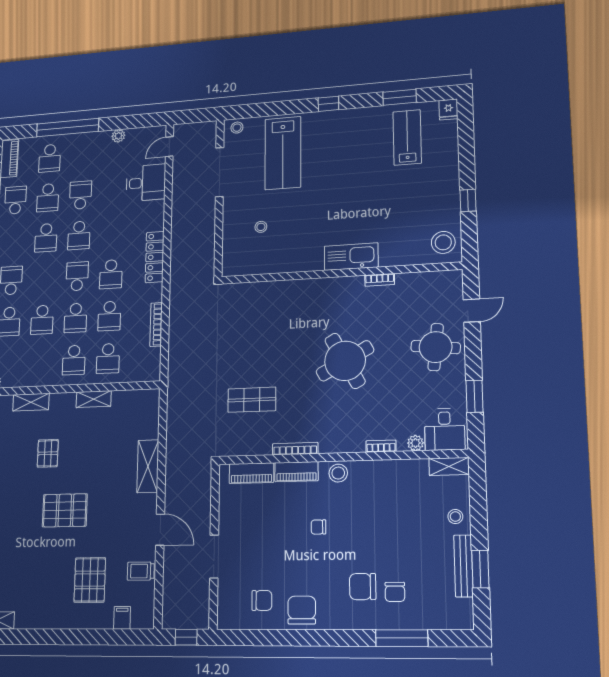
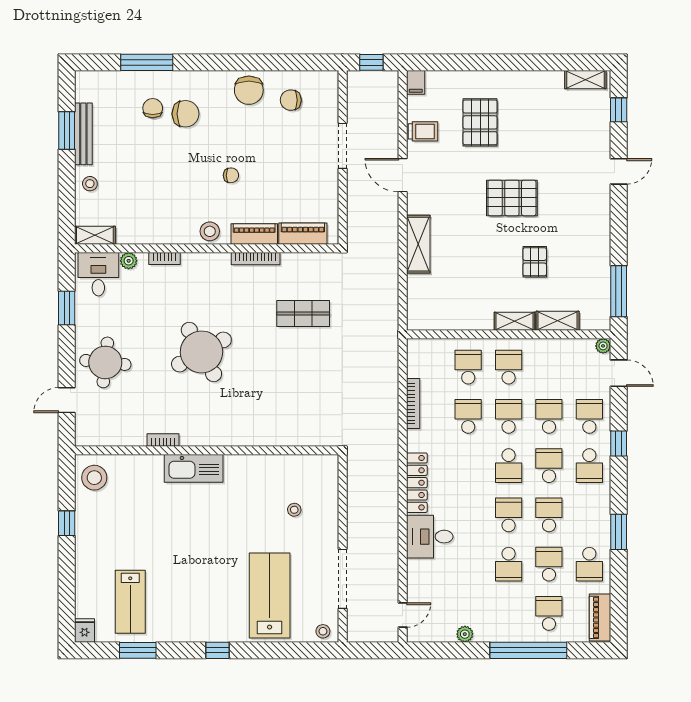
desk: (146, 183) -> (430, 537), moved
school desk: (111, 274) -> (549, 466), moved
shelving: (94, 399) -> (515, 321), moved
filing cabinet: (122, 618) -> (416, 82), moved

